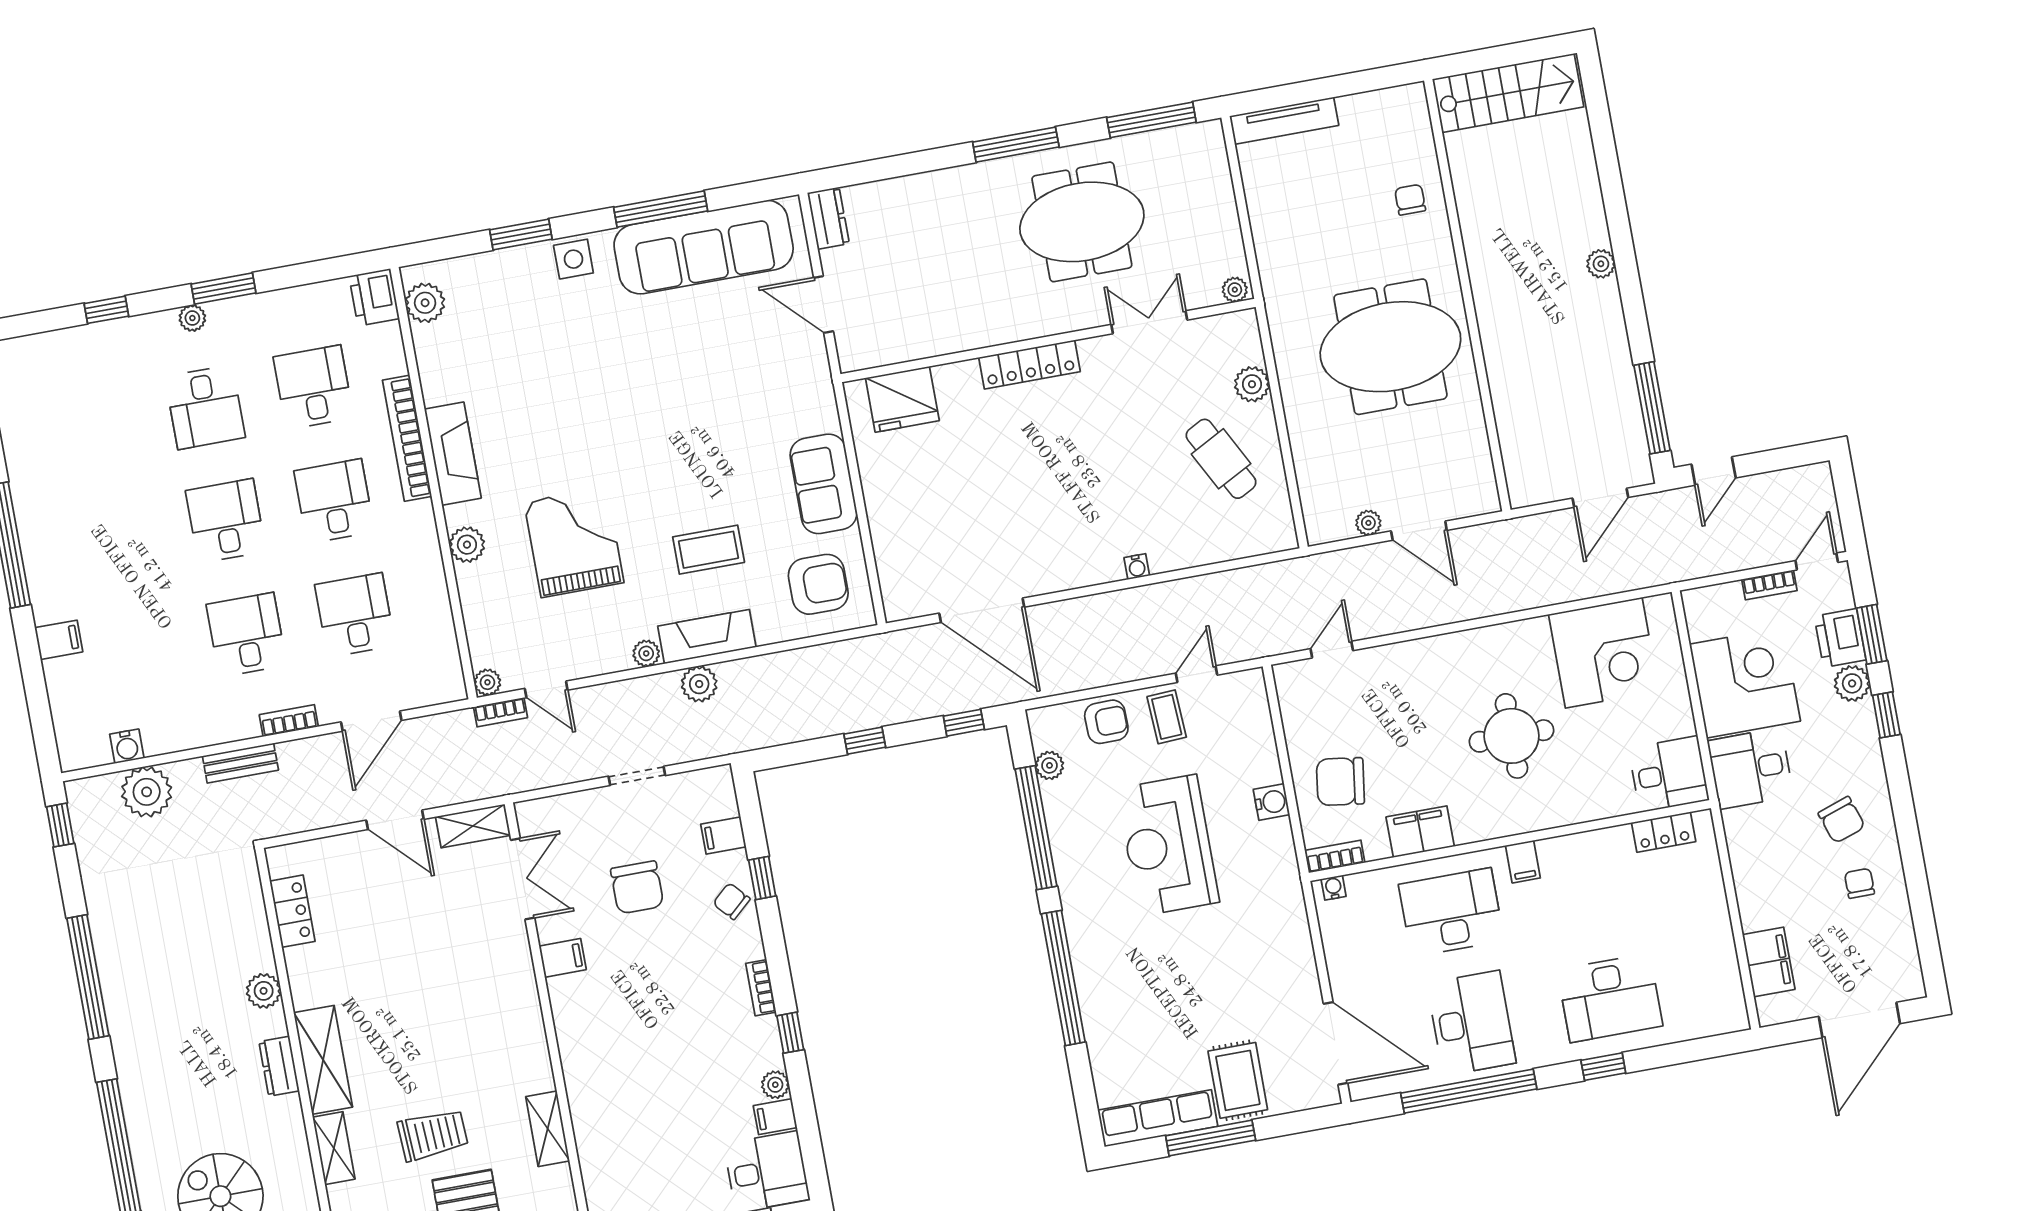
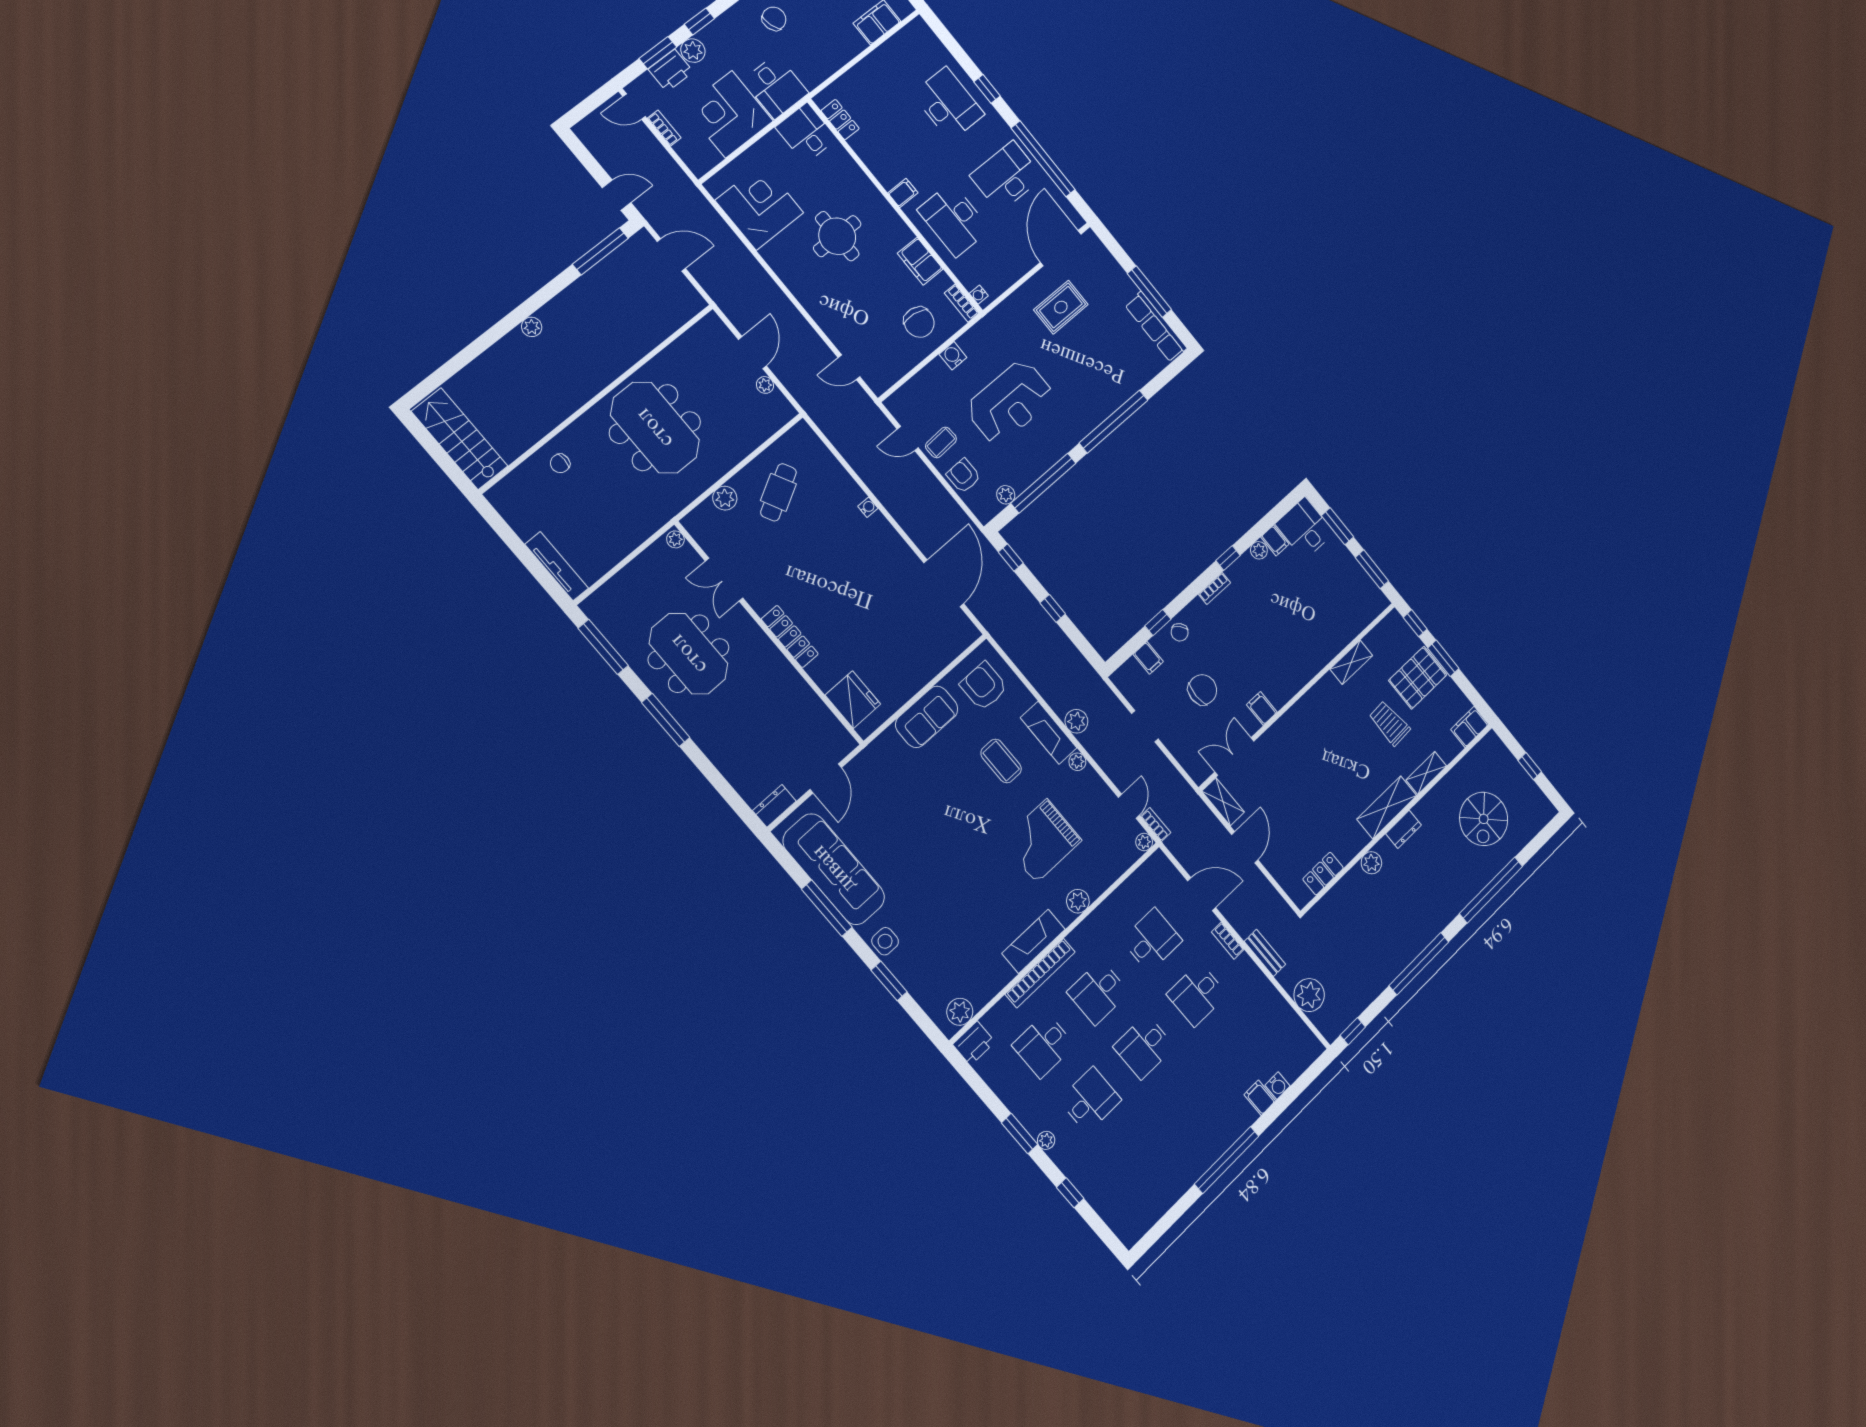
desk: (355, 615) -> (1152, 940), turned 180
water cooler: (127, 746) -> (1278, 1086), moved, turned 90
rug: (1238, 1080) -> (1061, 307), moved

